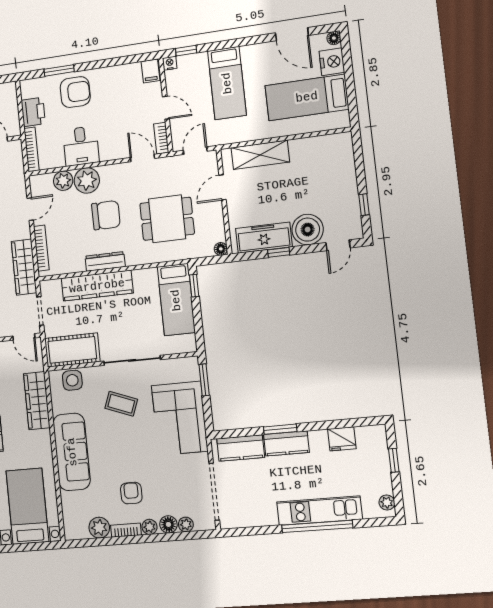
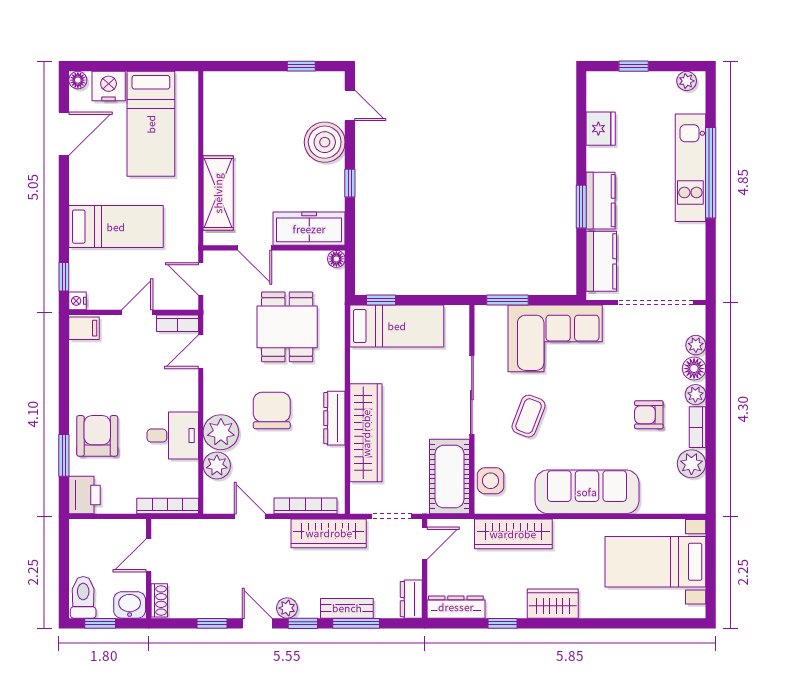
printer: (33, 112) -> (85, 495), moved, turned 90
freezer: (264, 238) -> (309, 229), moved, turned 90

